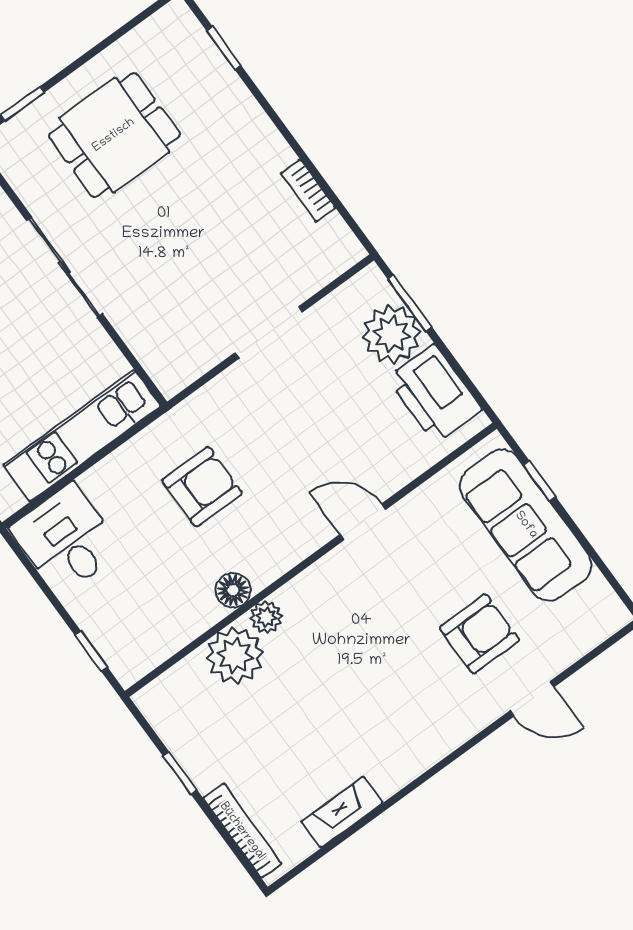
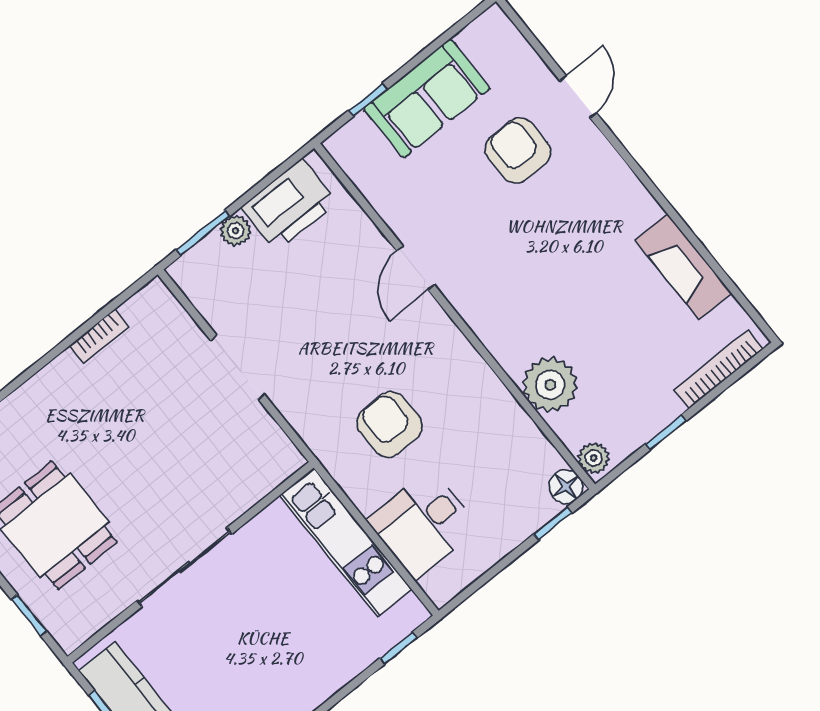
plant: (391, 334) -> (236, 231), width x0.53, depth x0.53
sofa: (526, 525) -> (427, 98), width x0.73
desk: (66, 539) -> (423, 524), moved
floor lamp: (233, 590) -> (566, 487), moved
plant: (266, 617) -> (594, 458), moved
fireplace: (342, 812) -> (683, 267), width x1.37, depth x1.32

